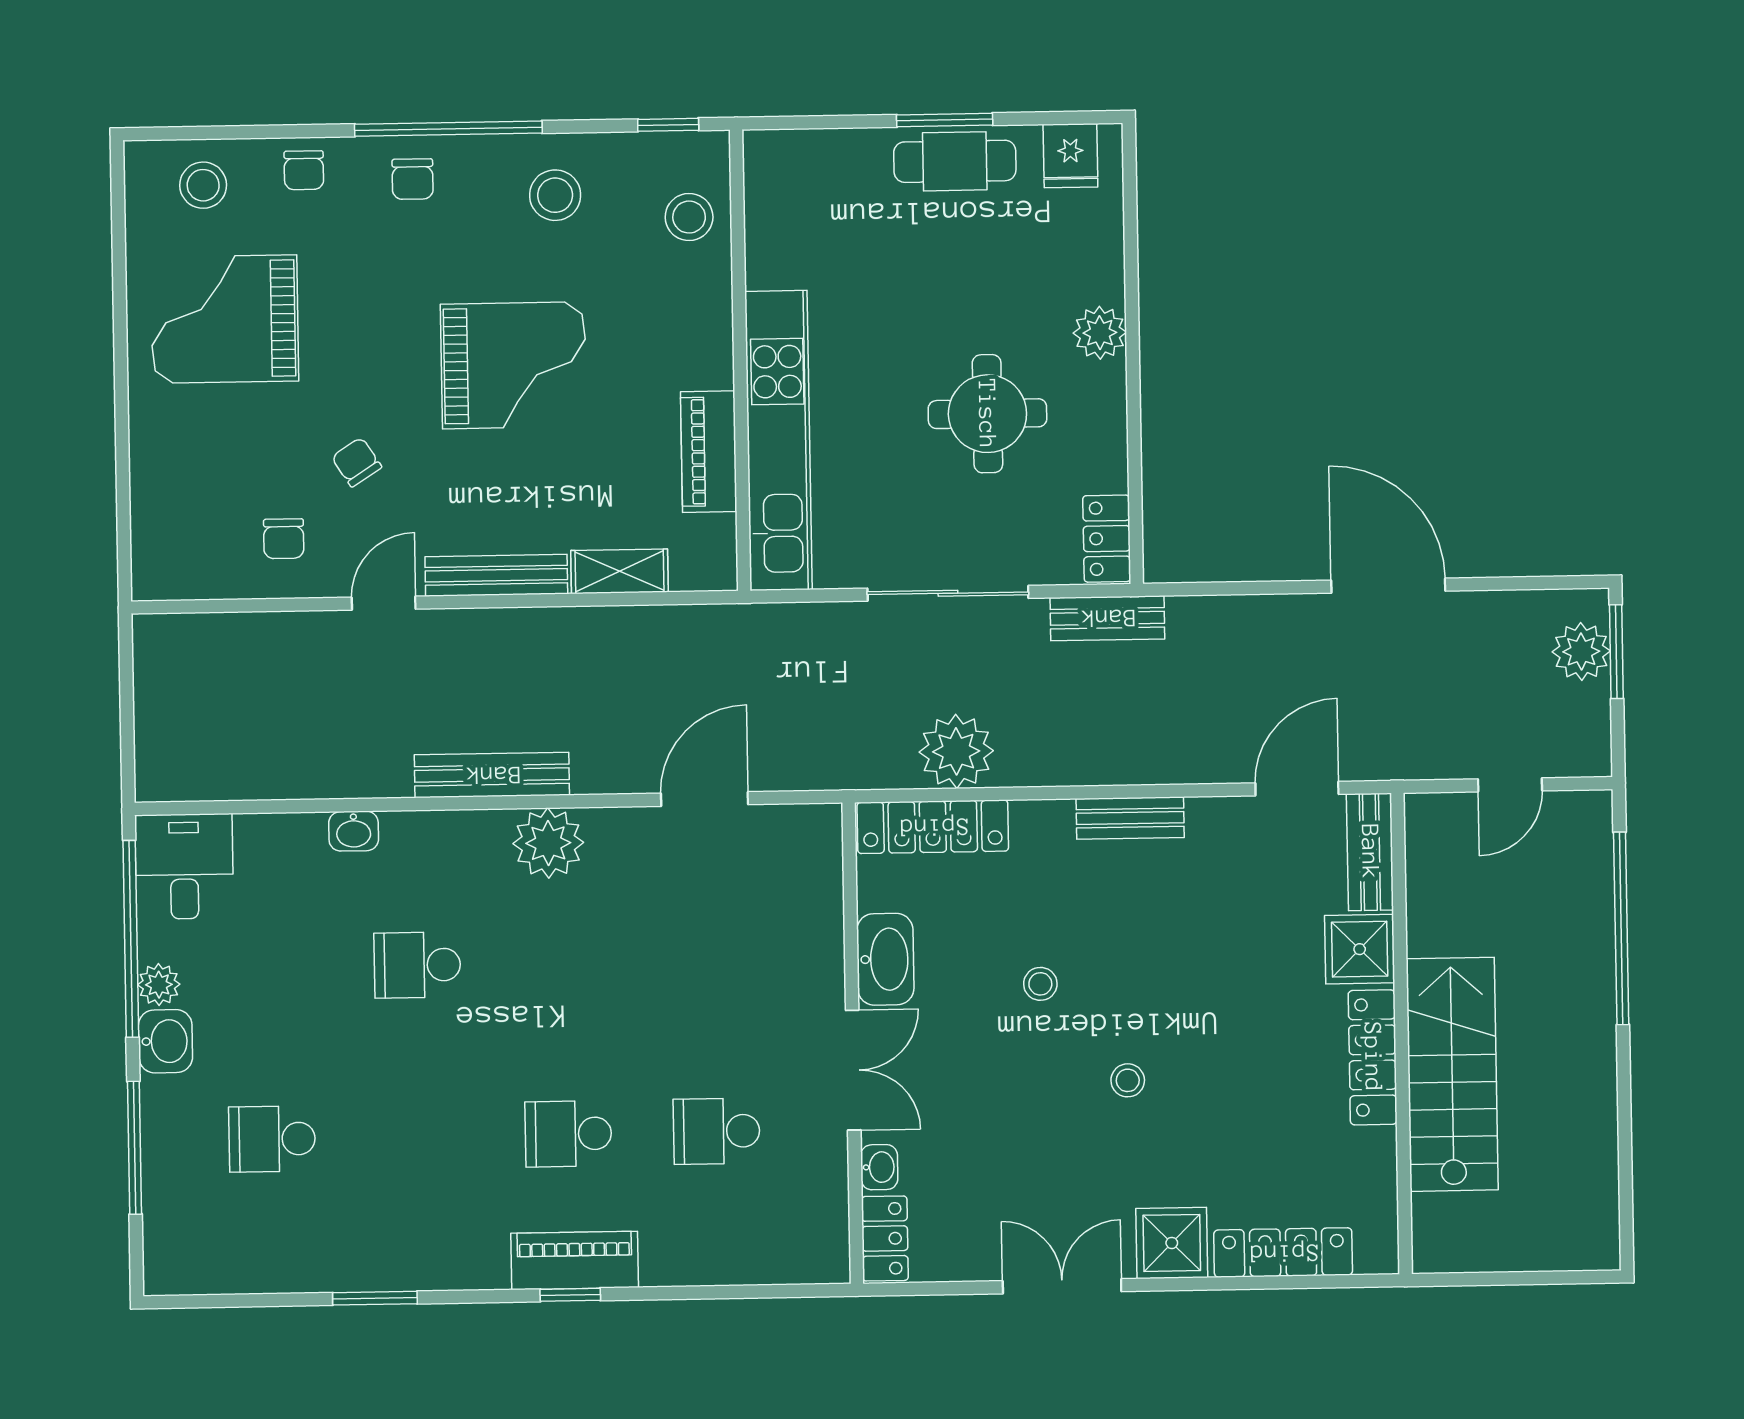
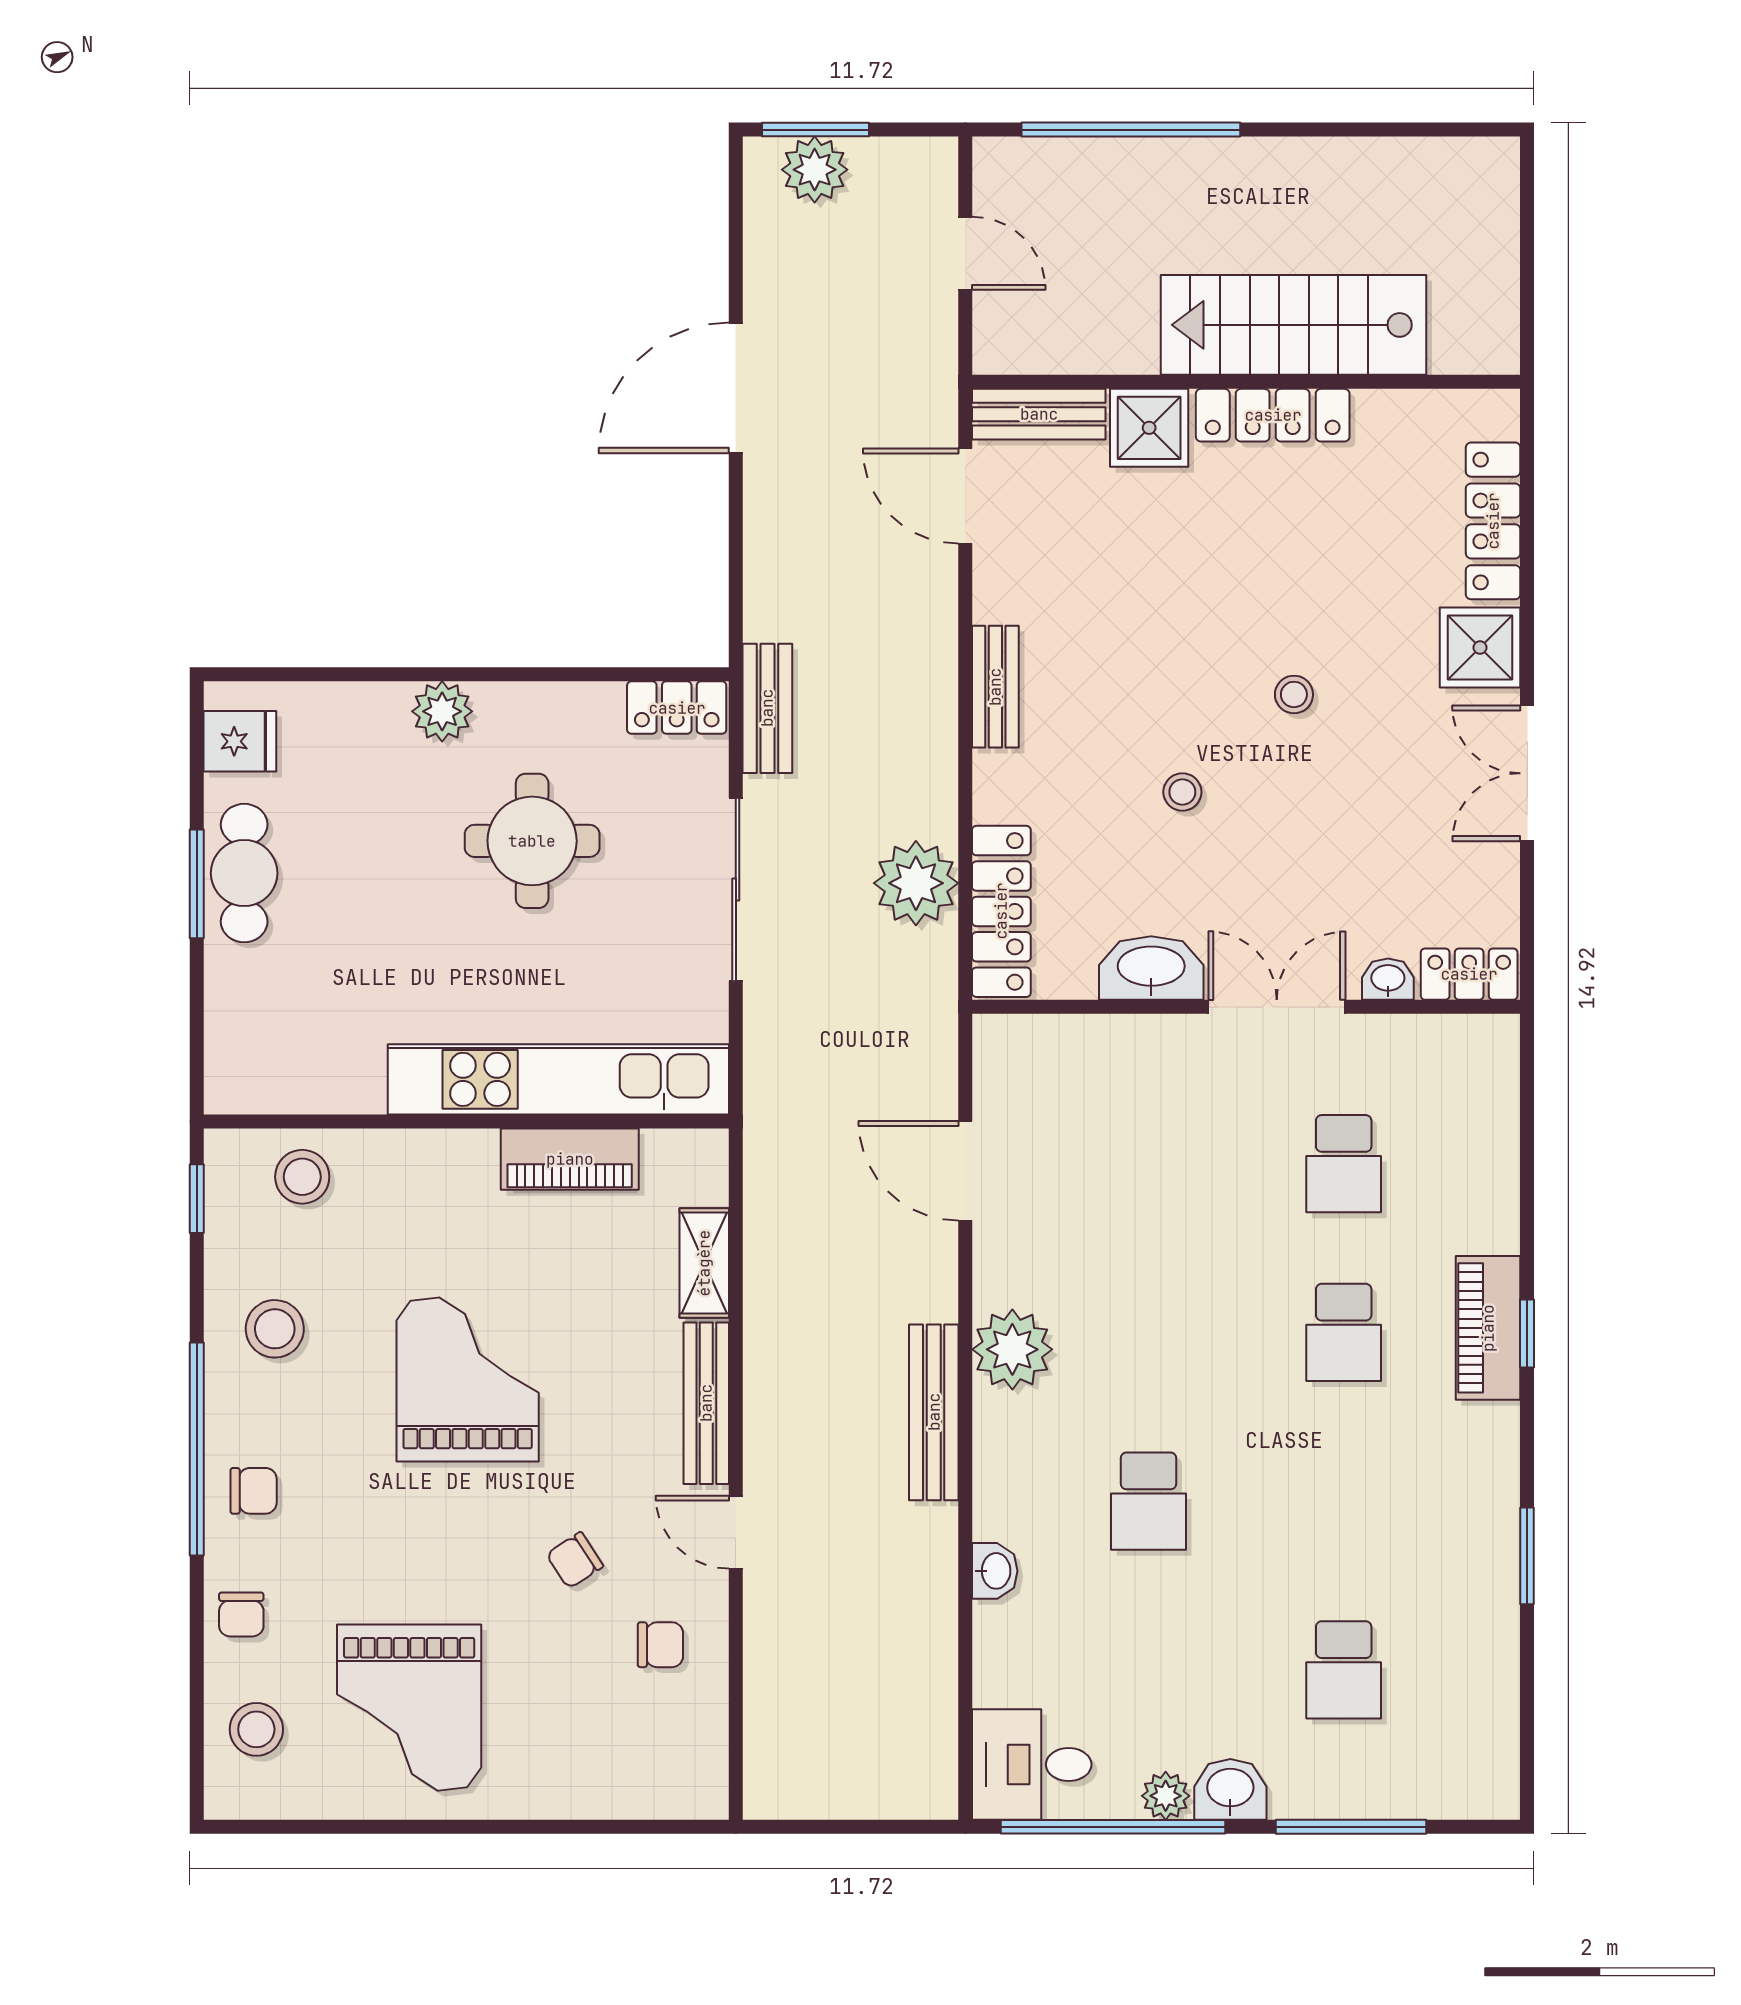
chair: (304, 170) -> (241, 1614), turned 90

